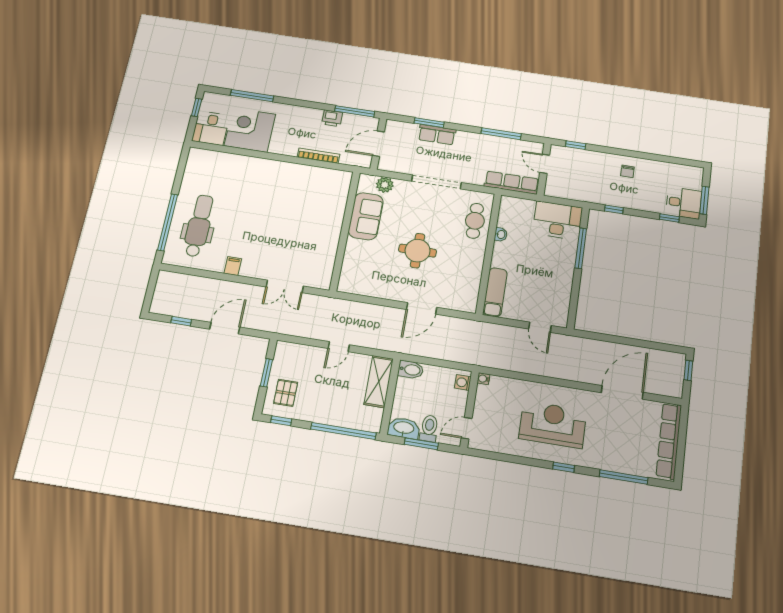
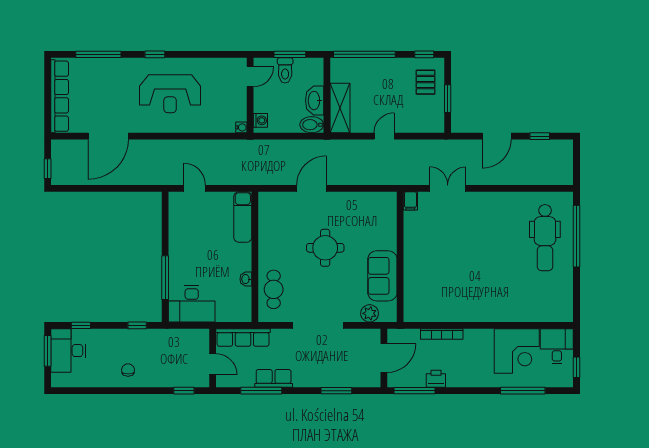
row of seats: (437, 135) -> (274, 378), moved
desk: (684, 203) -> (68, 351), width x1.37
filing cabinet: (233, 266) -> (410, 201), moved
washbasin: (404, 428) -> (315, 101), moved, turned 90

